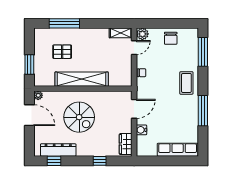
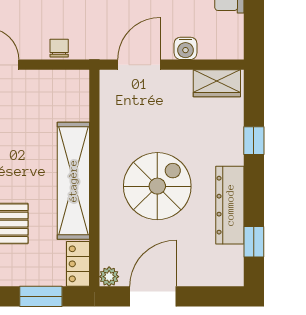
locker: (44, 81) -> (78, 264), added
door: (134, 109) -> (139, 65), hinge flipped
dresser: (58, 150) -> (230, 205), moved

